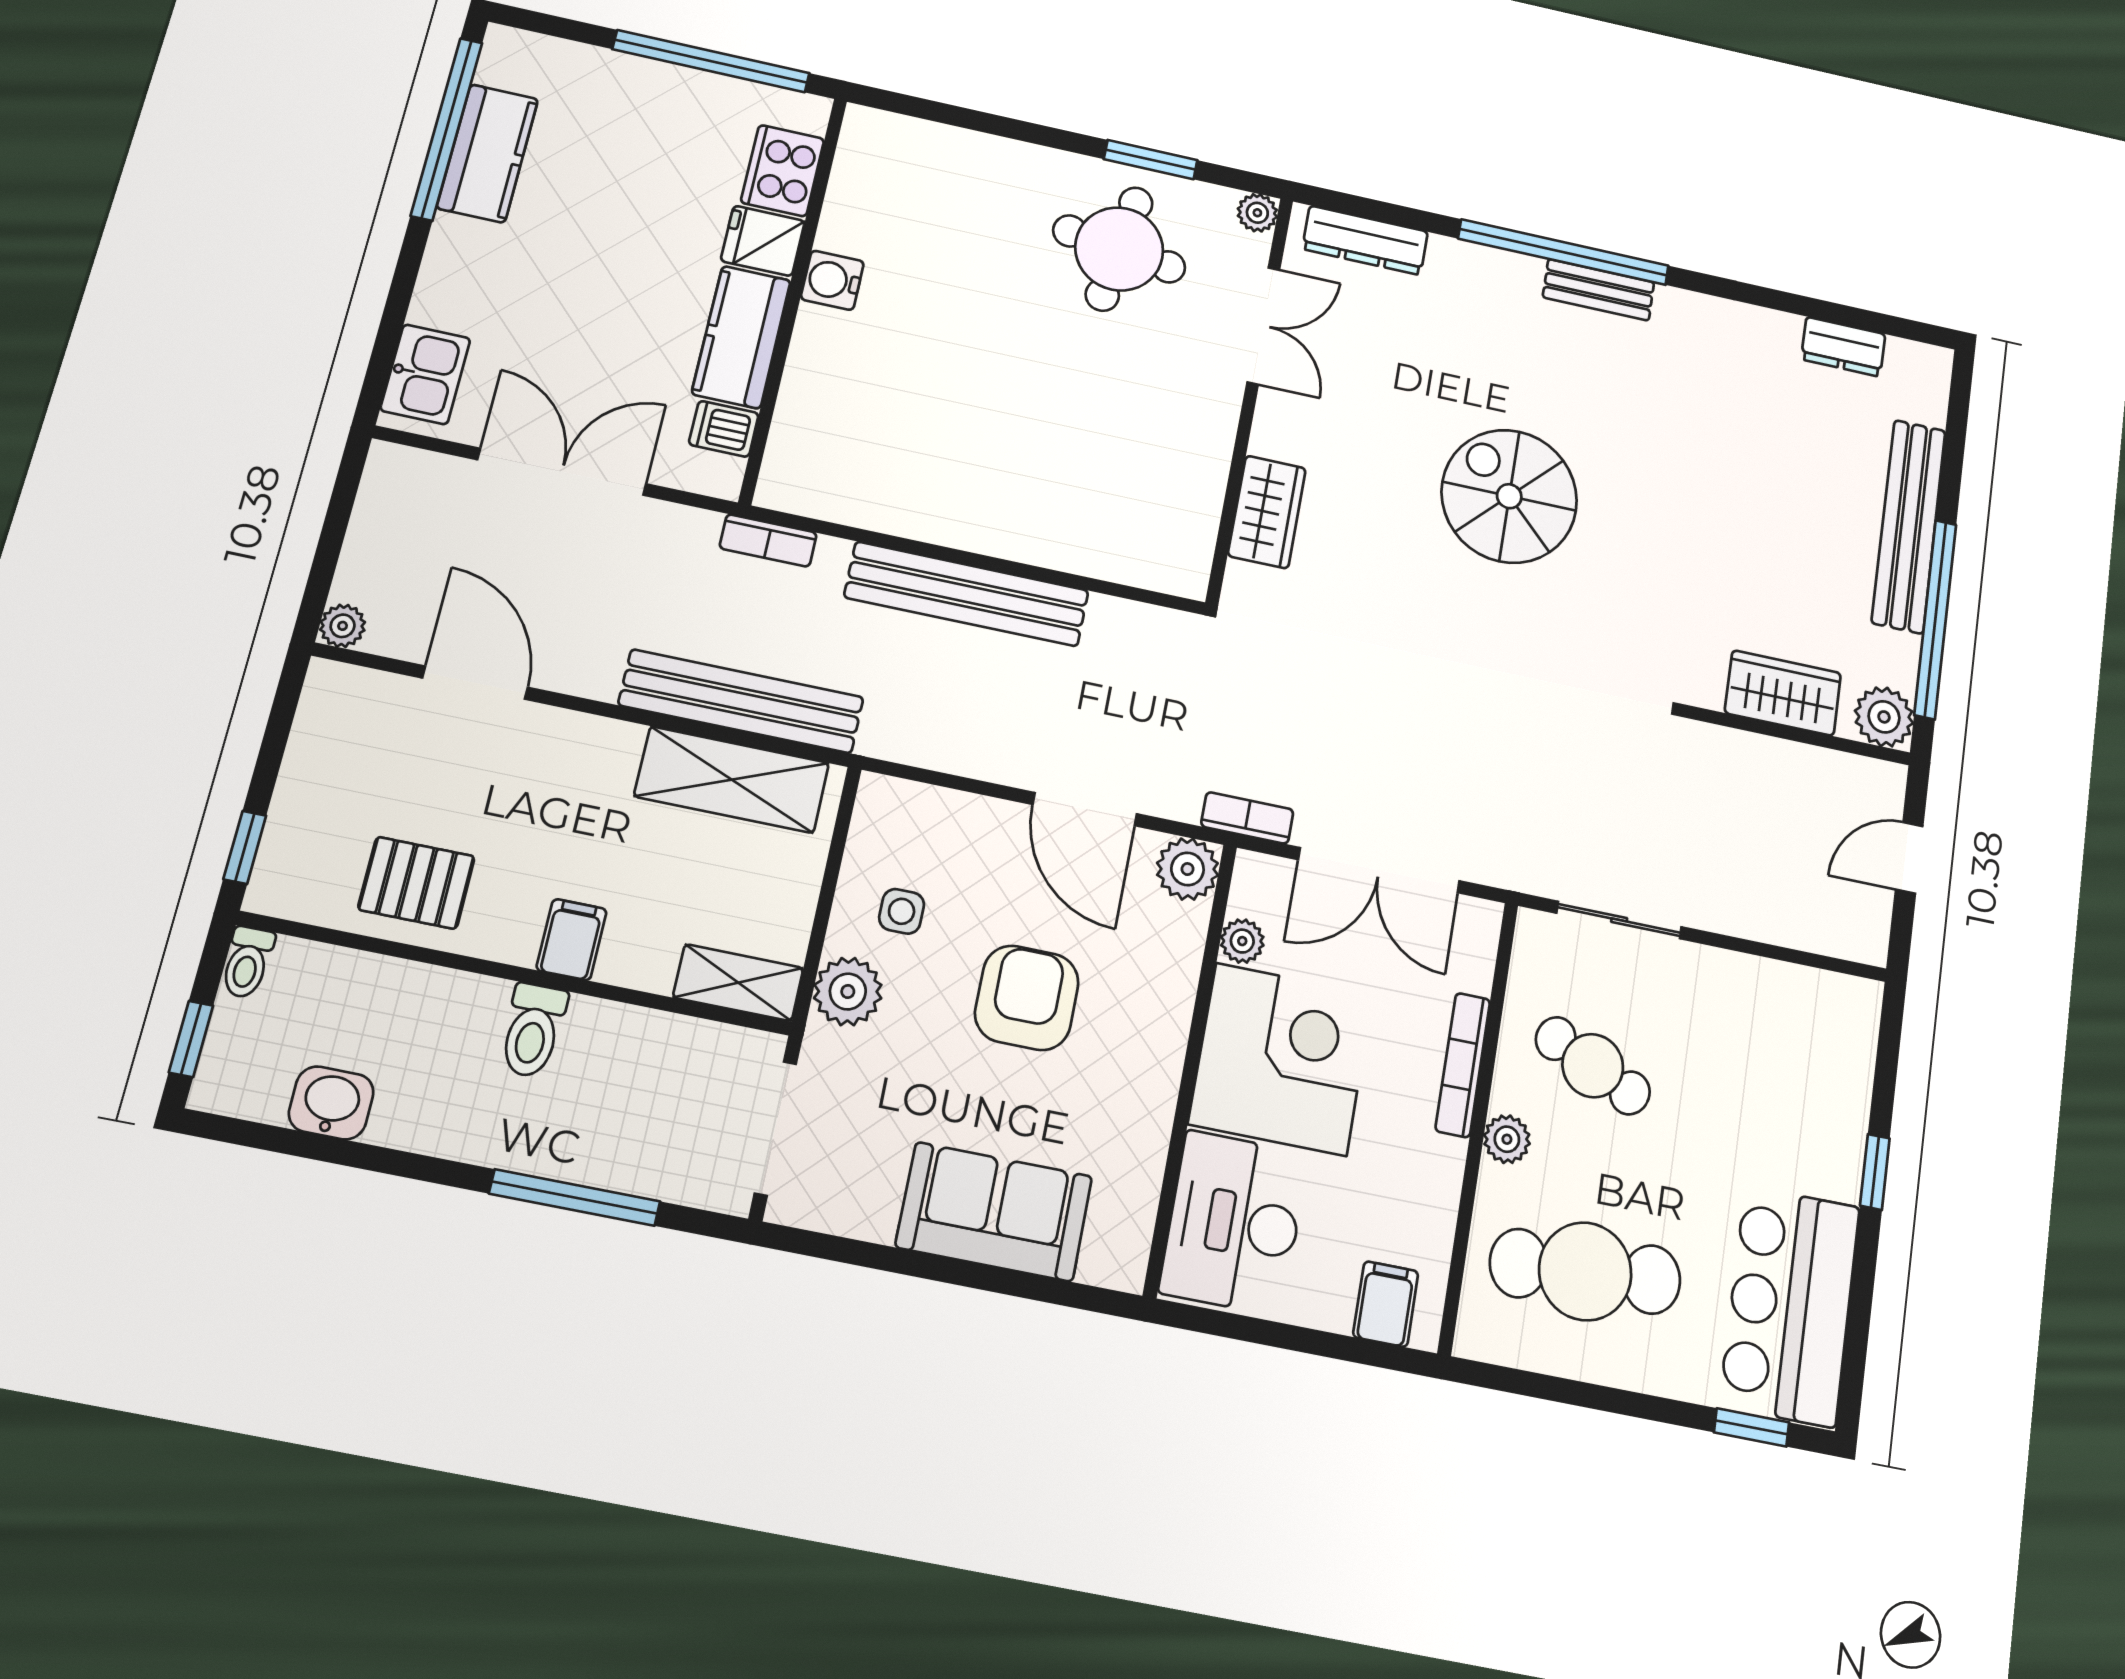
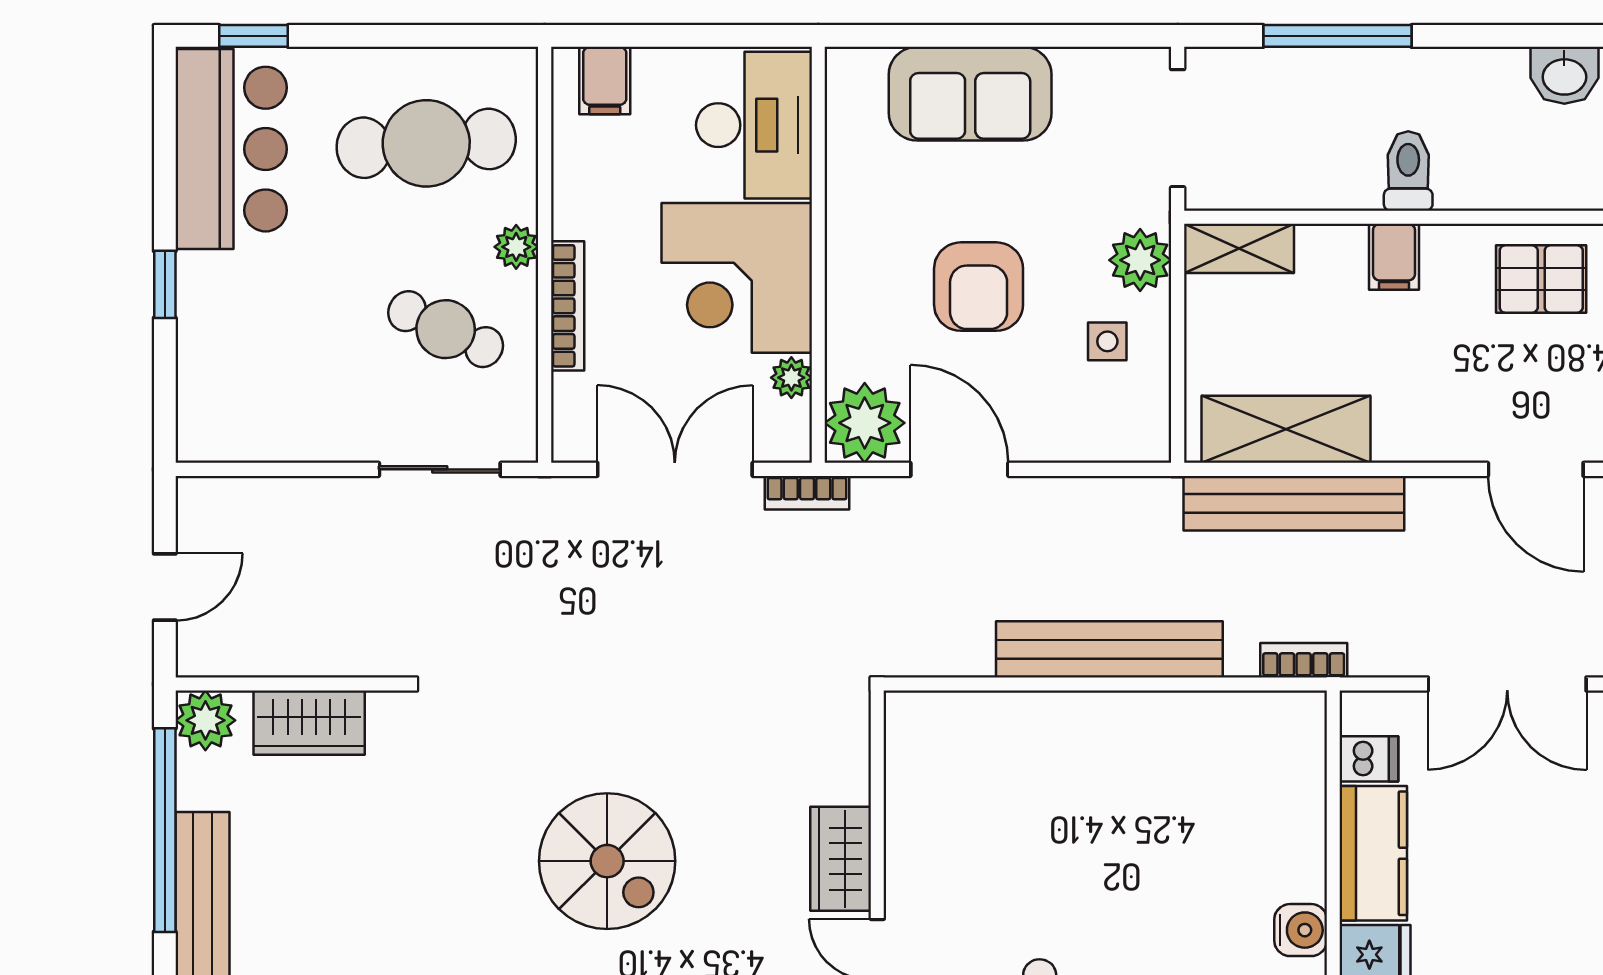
wardrobe: (1267, 512) -> (841, 859), moved
plant: (1187, 869) -> (865, 423), width x1.36, depth x1.36

